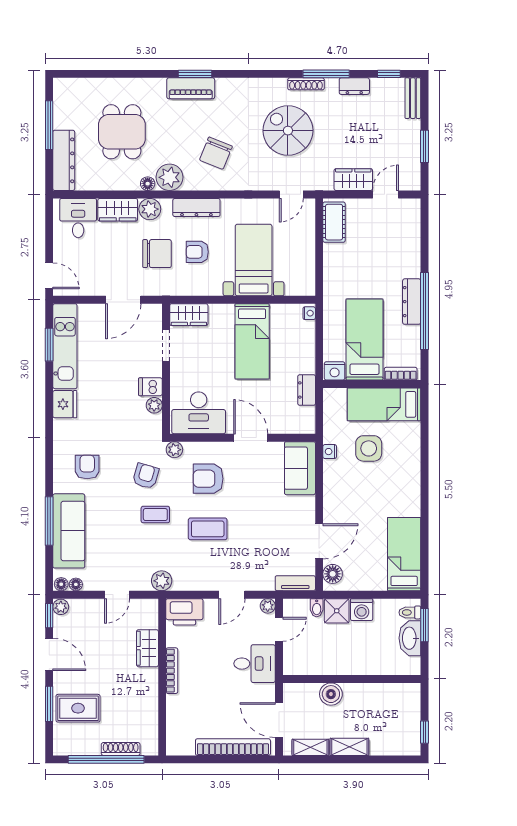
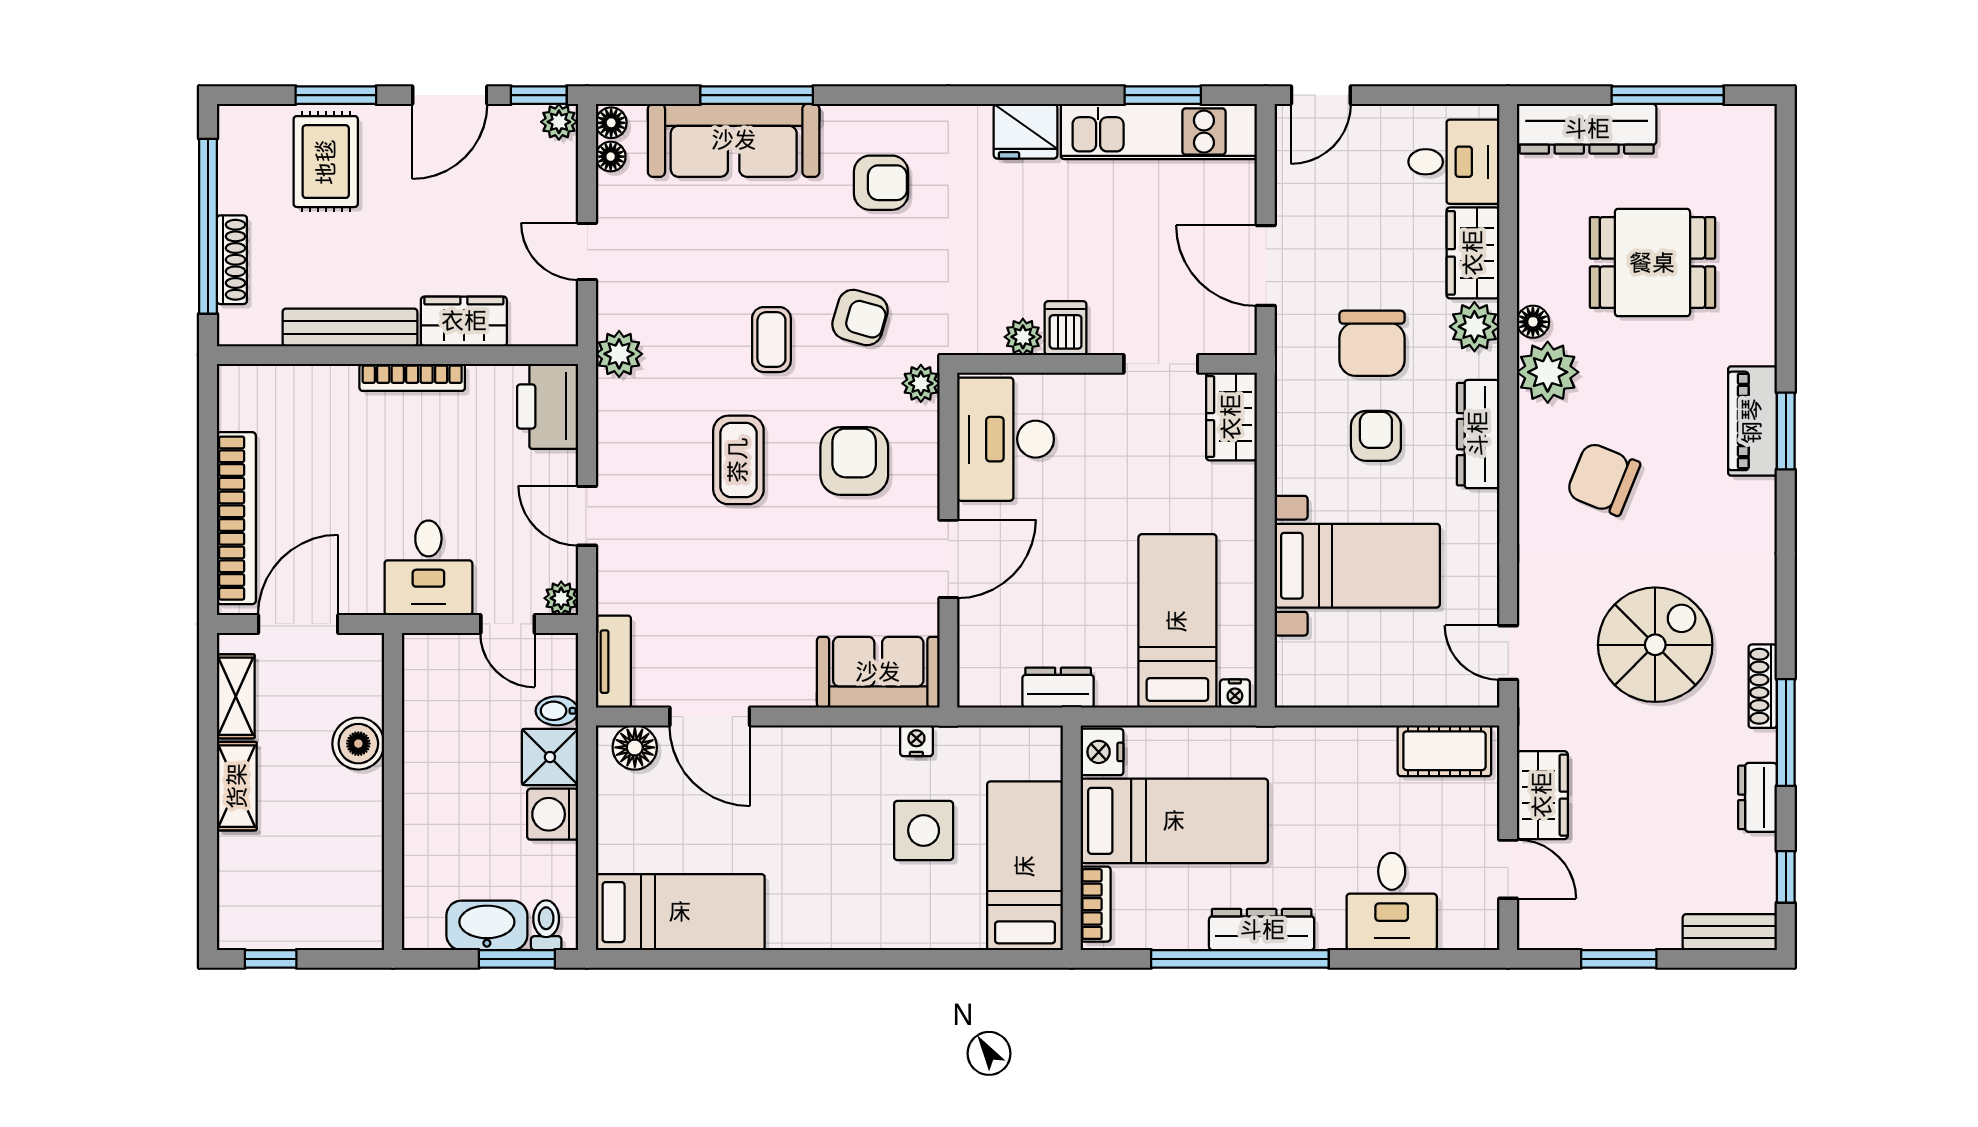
desk: (399, 245) -> (1392, 901), added
bed: (252, 341) -> (1177, 621), moved, turned 90
bench: (150, 698) -> (350, 327), added

